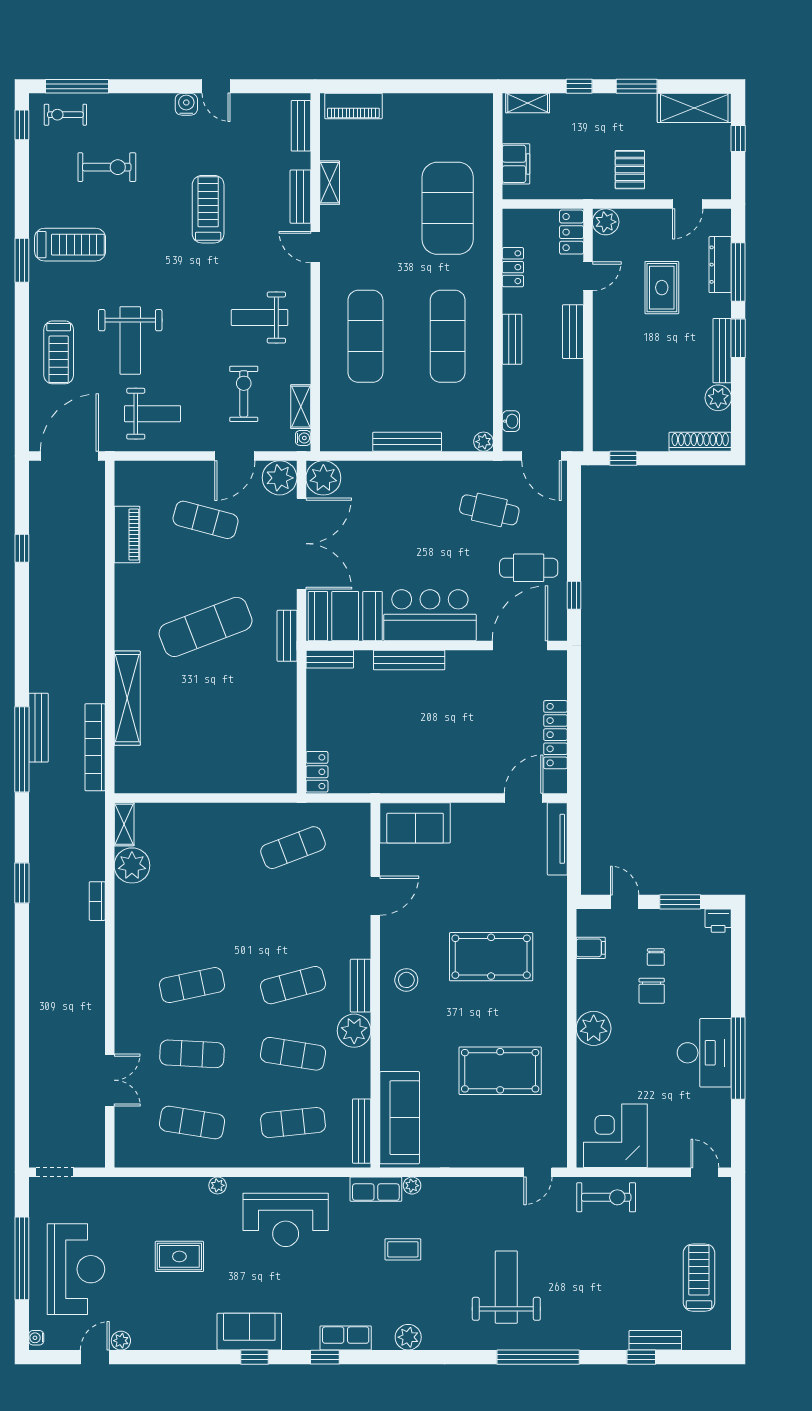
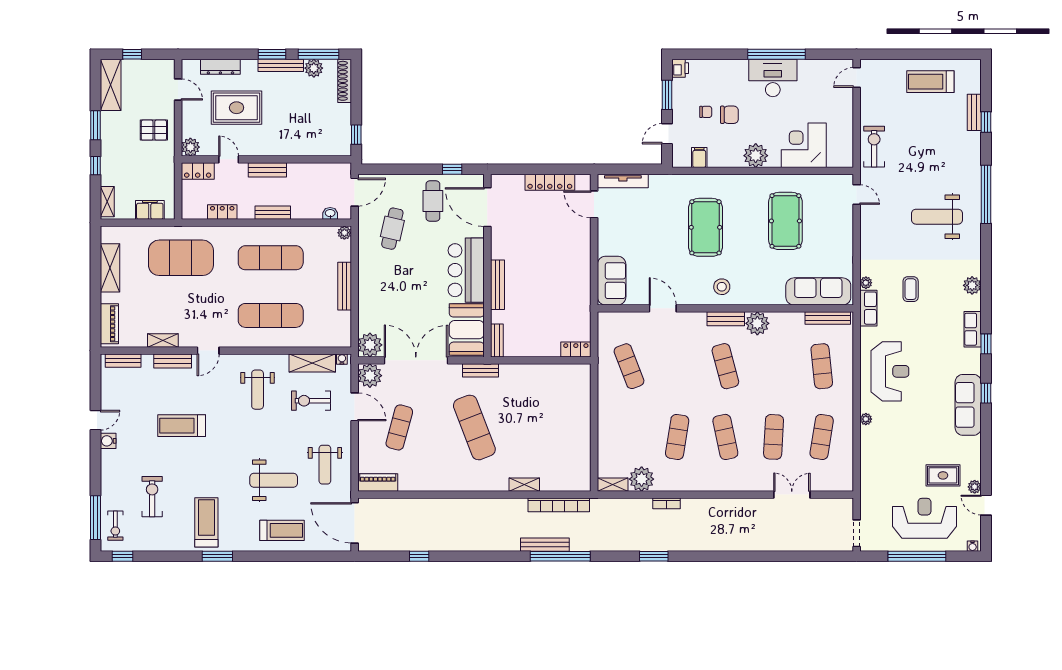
shelving: (433, 107) -> (110, 268), added
window: (738, 272) -> (319, 54), moved
rug: (662, 288) -> (237, 108), width x1.36, depth x1.43
shelving: (301, 407) -> (312, 363), width x1.50, depth x1.33
weight bench: (153, 414) -> (325, 465), turned 180
piano: (127, 535) -> (378, 483), moved
shelving: (127, 698) -> (524, 485), width x0.45, depth x0.75
exercise mat: (293, 1054) -> (677, 437), moved
corner desk: (615, 1136) -> (804, 145), moved, turned 90
rug: (179, 1256) -> (943, 475), moved, turned 90
sofa: (249, 1332) -> (968, 405), width x1.36

